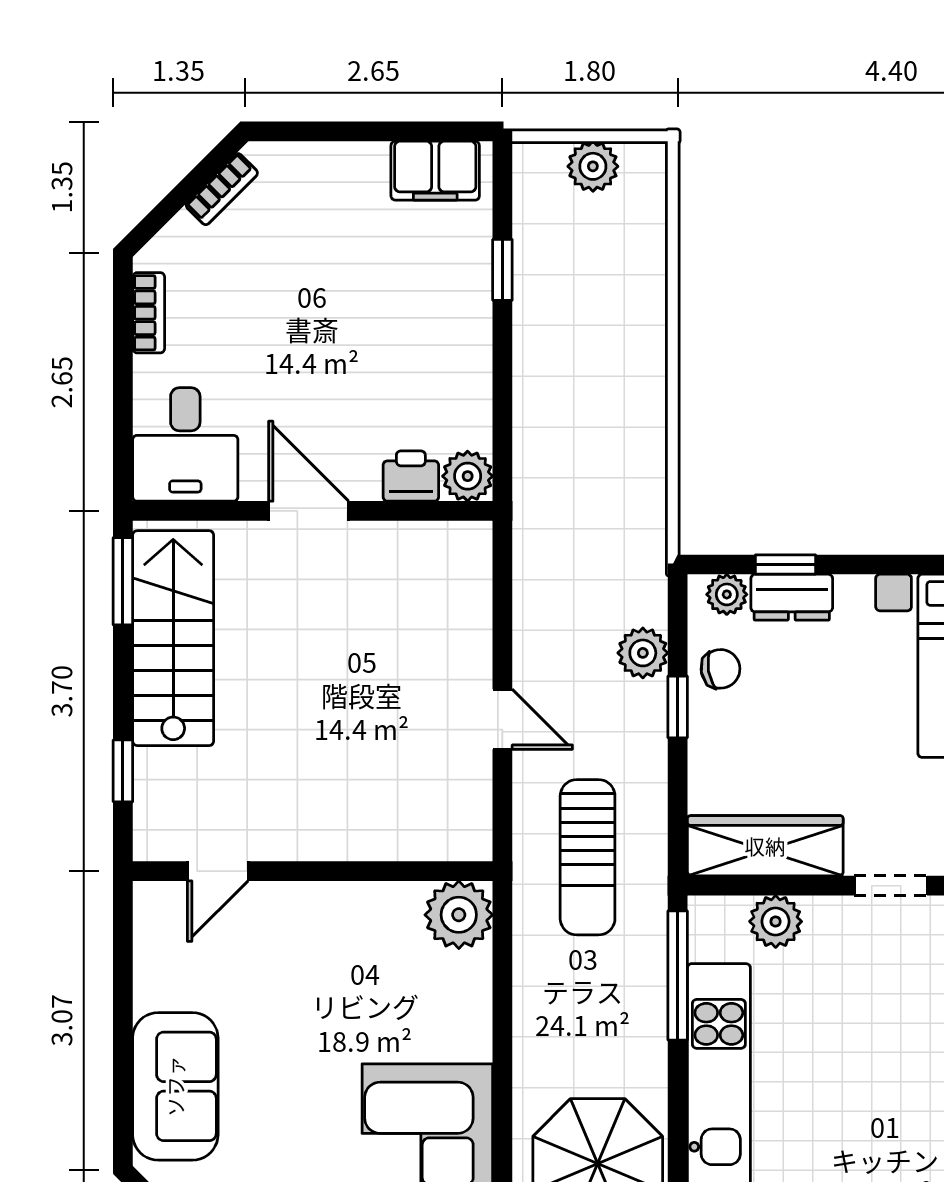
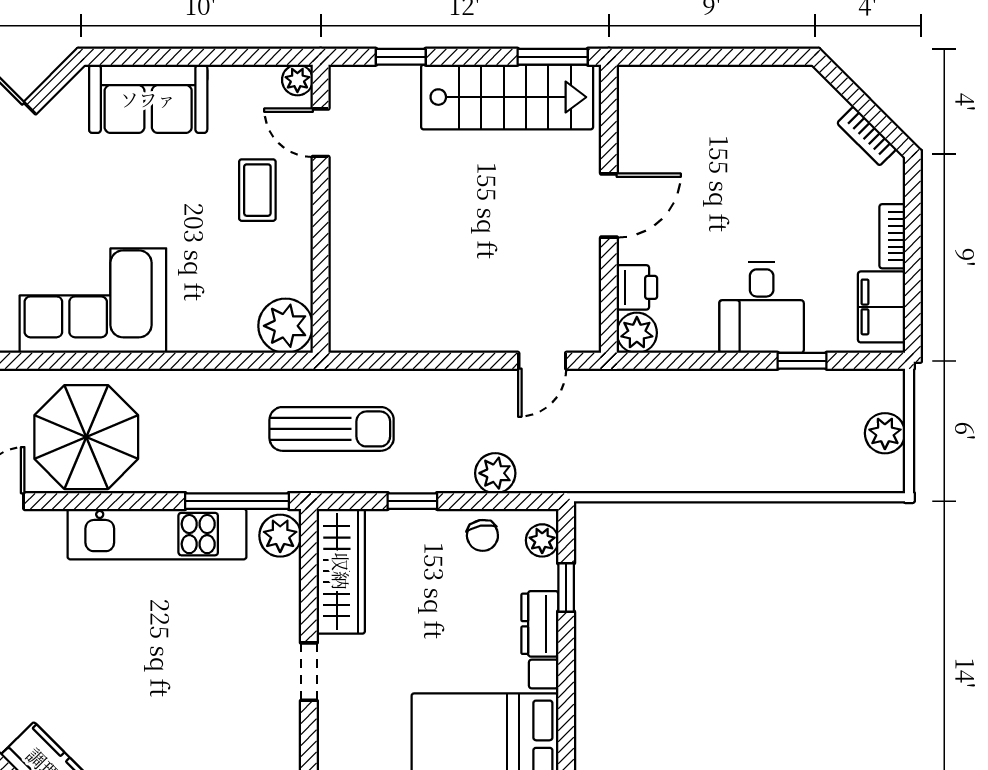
bookcase: (149, 313) -> (892, 236), moved, turned 90
desk: (185, 444) -> (762, 307), moved, turned -90
dresser: (792, 597) -> (540, 624), moved
window: (678, 707) -> (412, 501), moved
door: (502, 719) -> (542, 361), moved
sun lounger: (588, 857) -> (332, 429), turned 180
plant: (152, 900) -> (297, 80), added
plant: (776, 921) -> (280, 536), moved
coffee table: (289, 950) -> (257, 190), added

